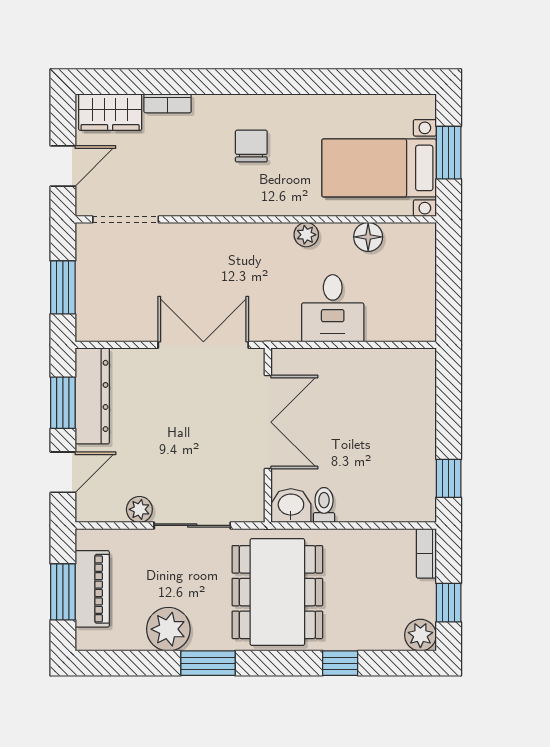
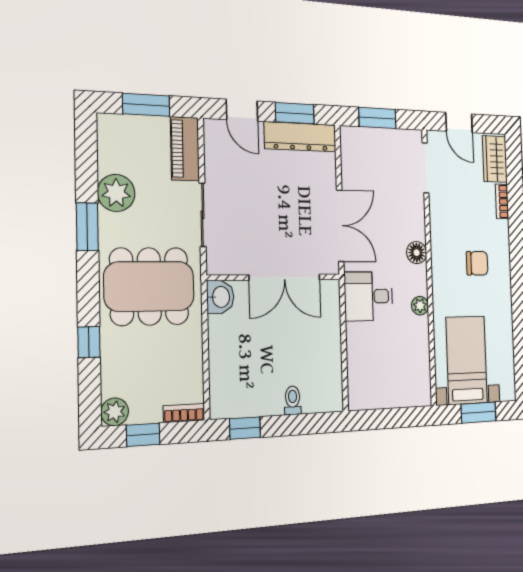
floor lamp: (368, 237) -> (417, 253), moved
desk: (333, 308) -> (369, 296), moved
toilet: (324, 505) -> (293, 400), moved, turned -90
plant: (139, 509) -> (214, 171), removed
piano: (92, 589) -> (185, 149), moved, turned 90

